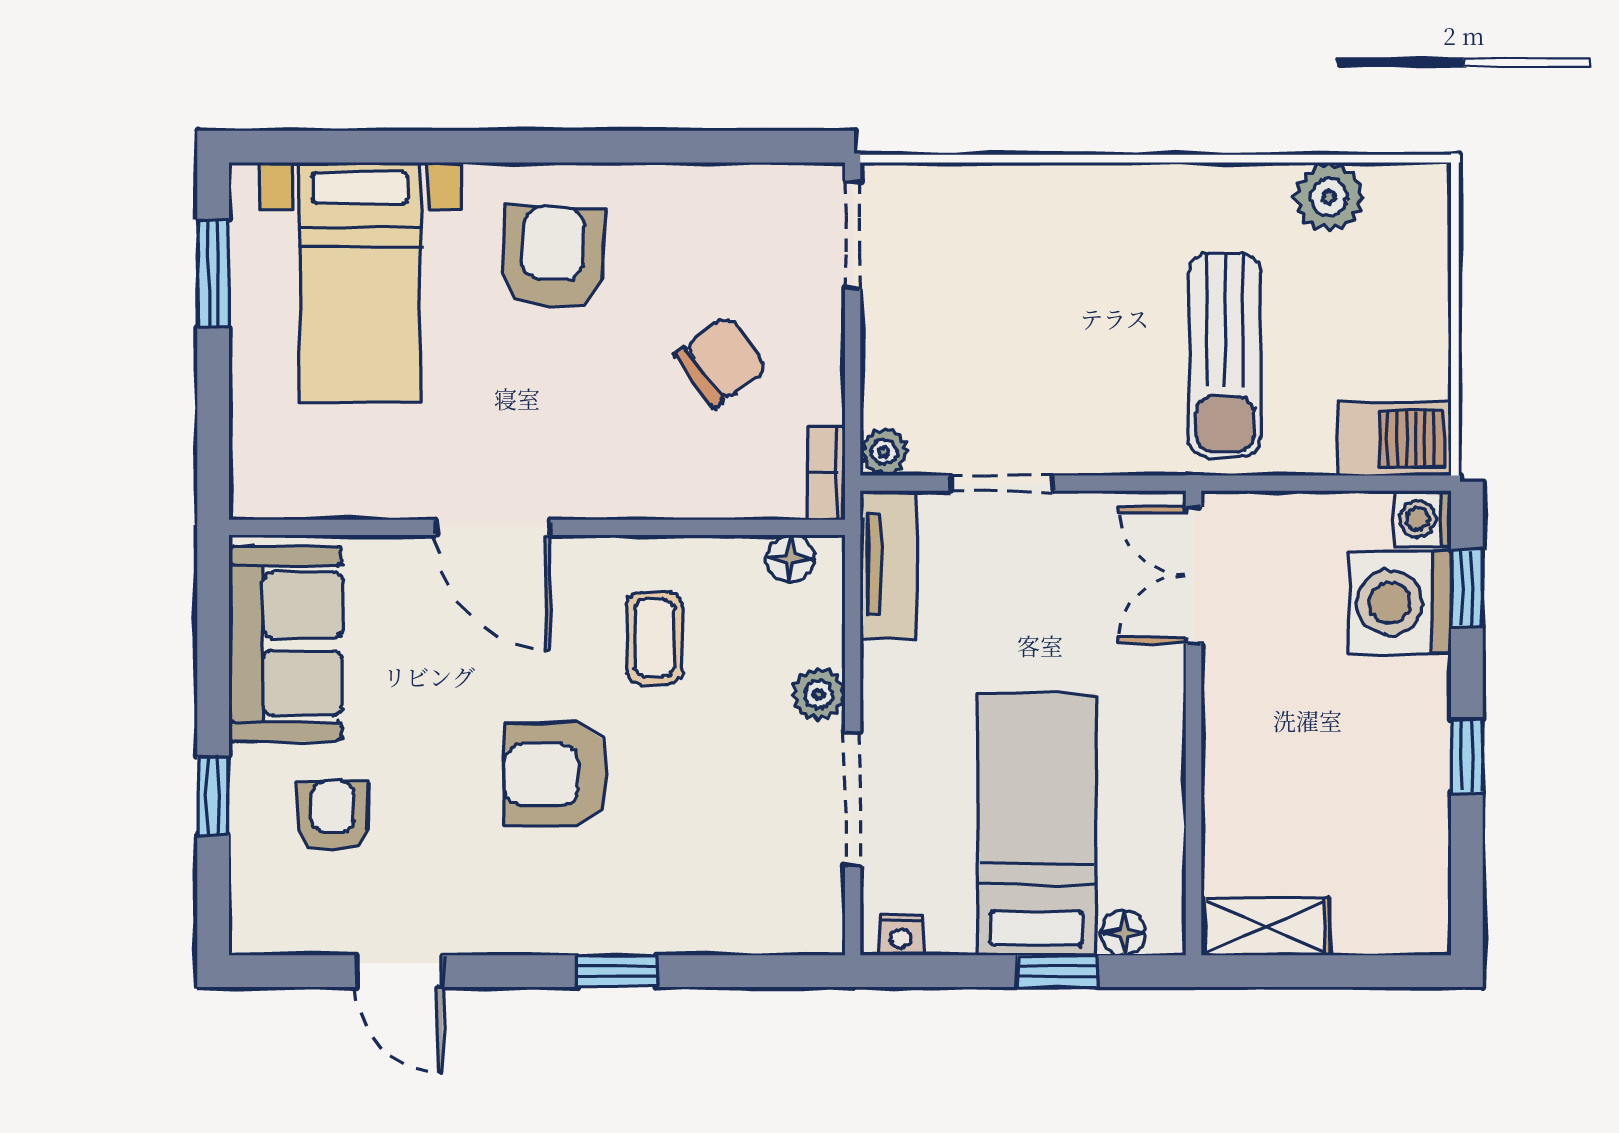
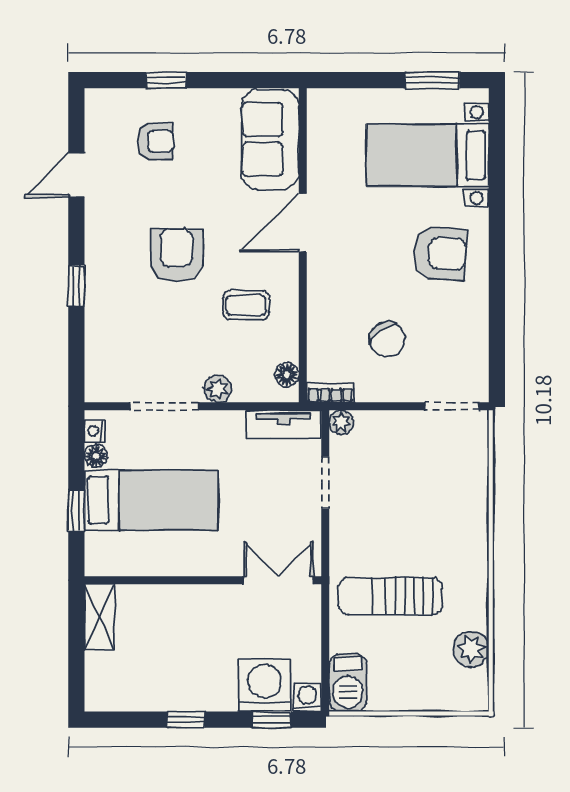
sofa: (286, 644) -> (270, 139), moved, turned 90
floor lamp: (1123, 933) -> (96, 456), moved

